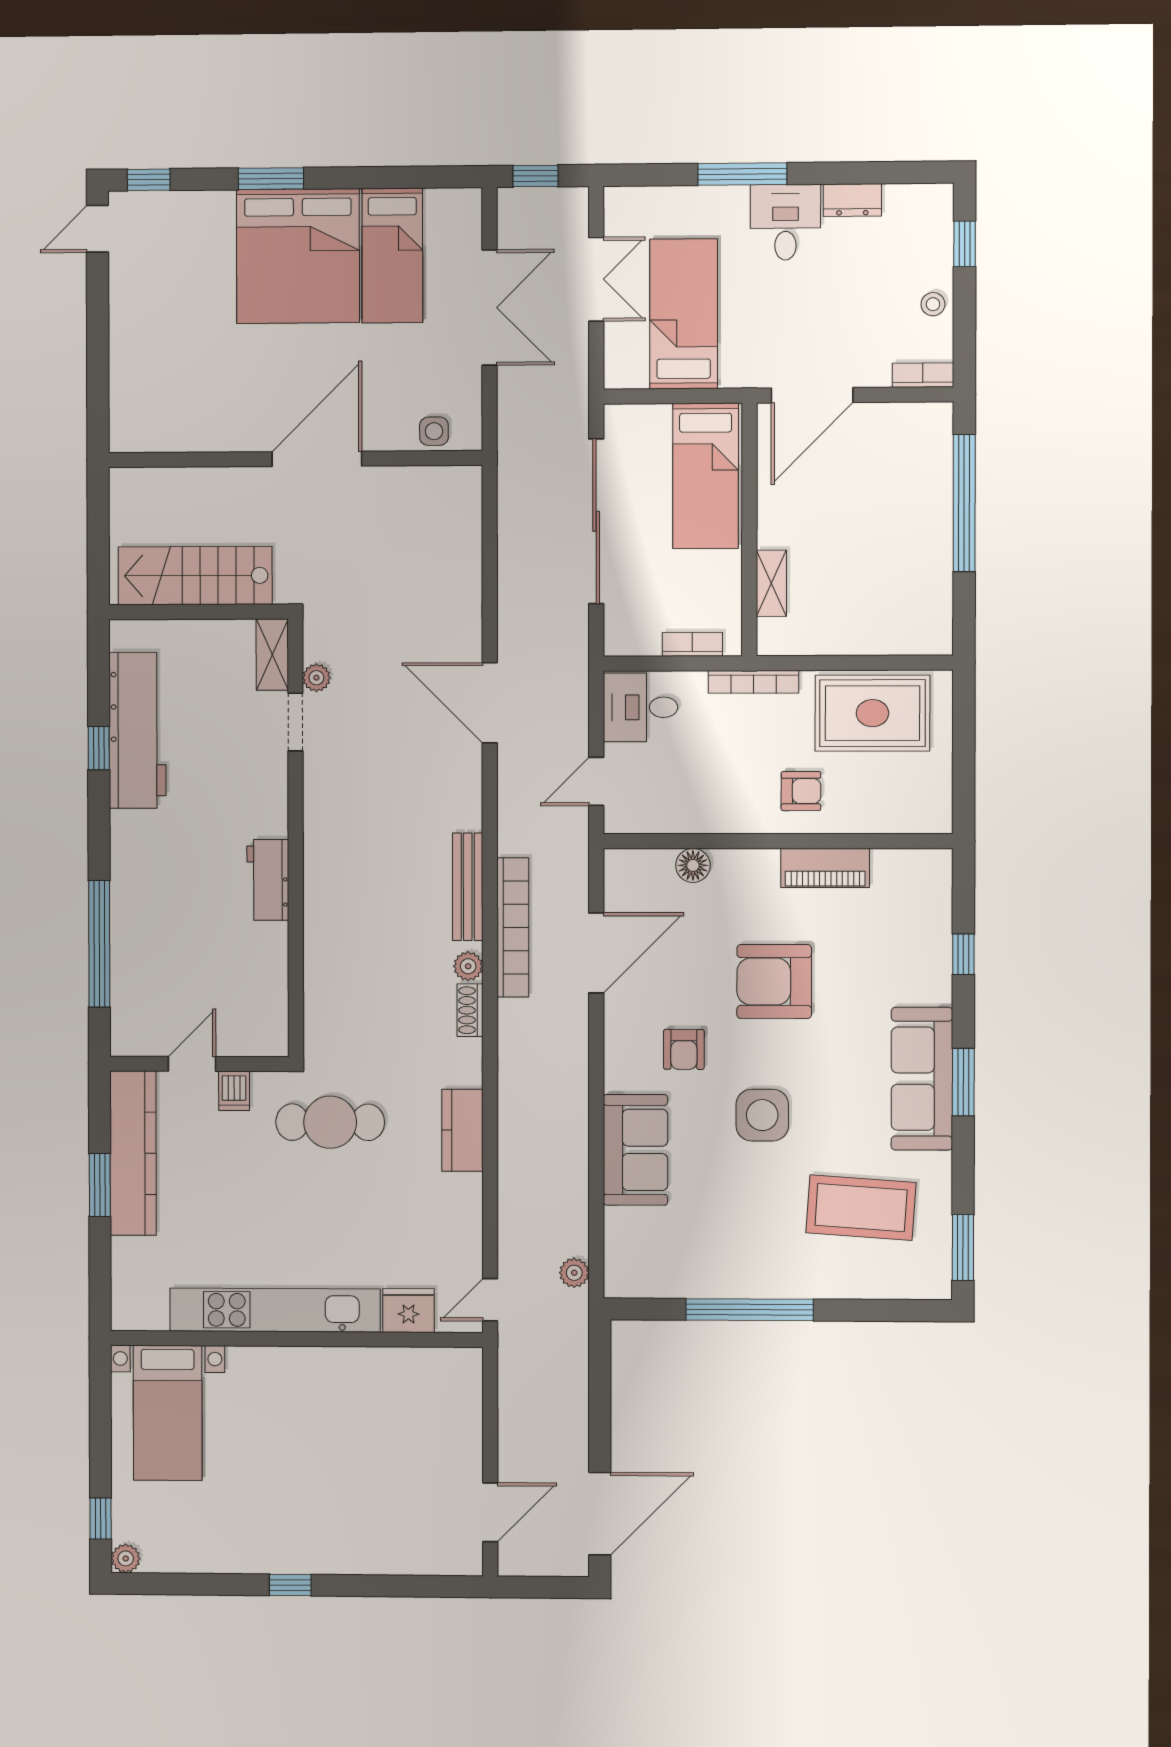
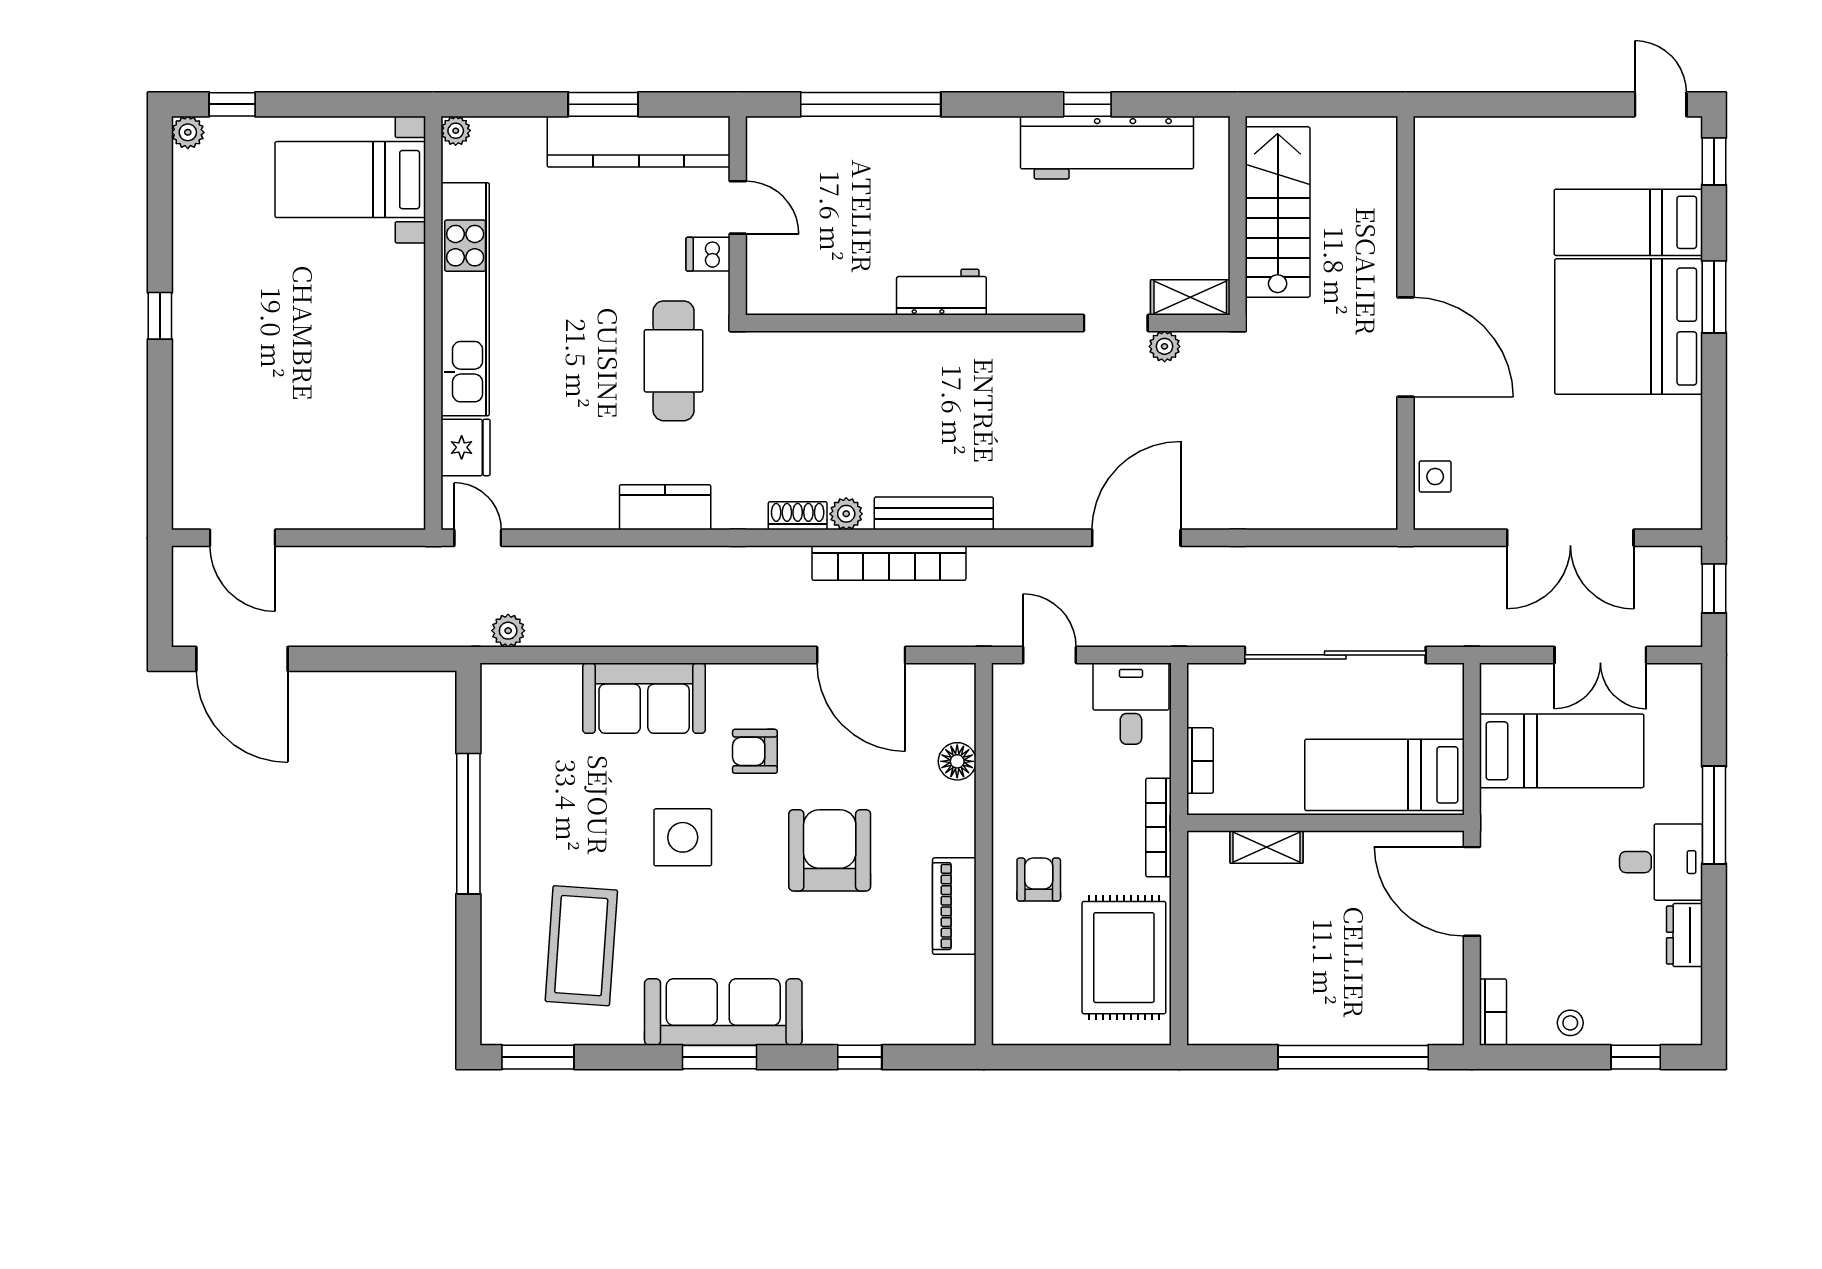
bed: (392, 256) -> (1628, 222), moved
armchair: (801, 791) -> (1039, 880), turned 180
plant: (124, 1318) -> (456, 131), added

